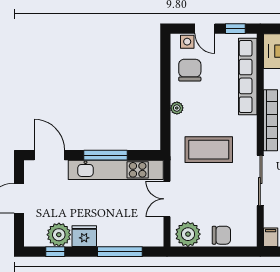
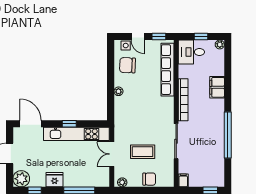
chair: (190, 70) -> (127, 65), turned -88
coffee table: (209, 150) -> (143, 152), moved, width x0.73, depth x0.76
window: (105, 155) -> (69, 124), width x0.46
plant: (188, 234) -> (122, 182), width x0.53, depth x0.53
plant: (59, 235) -> (21, 179), moved

